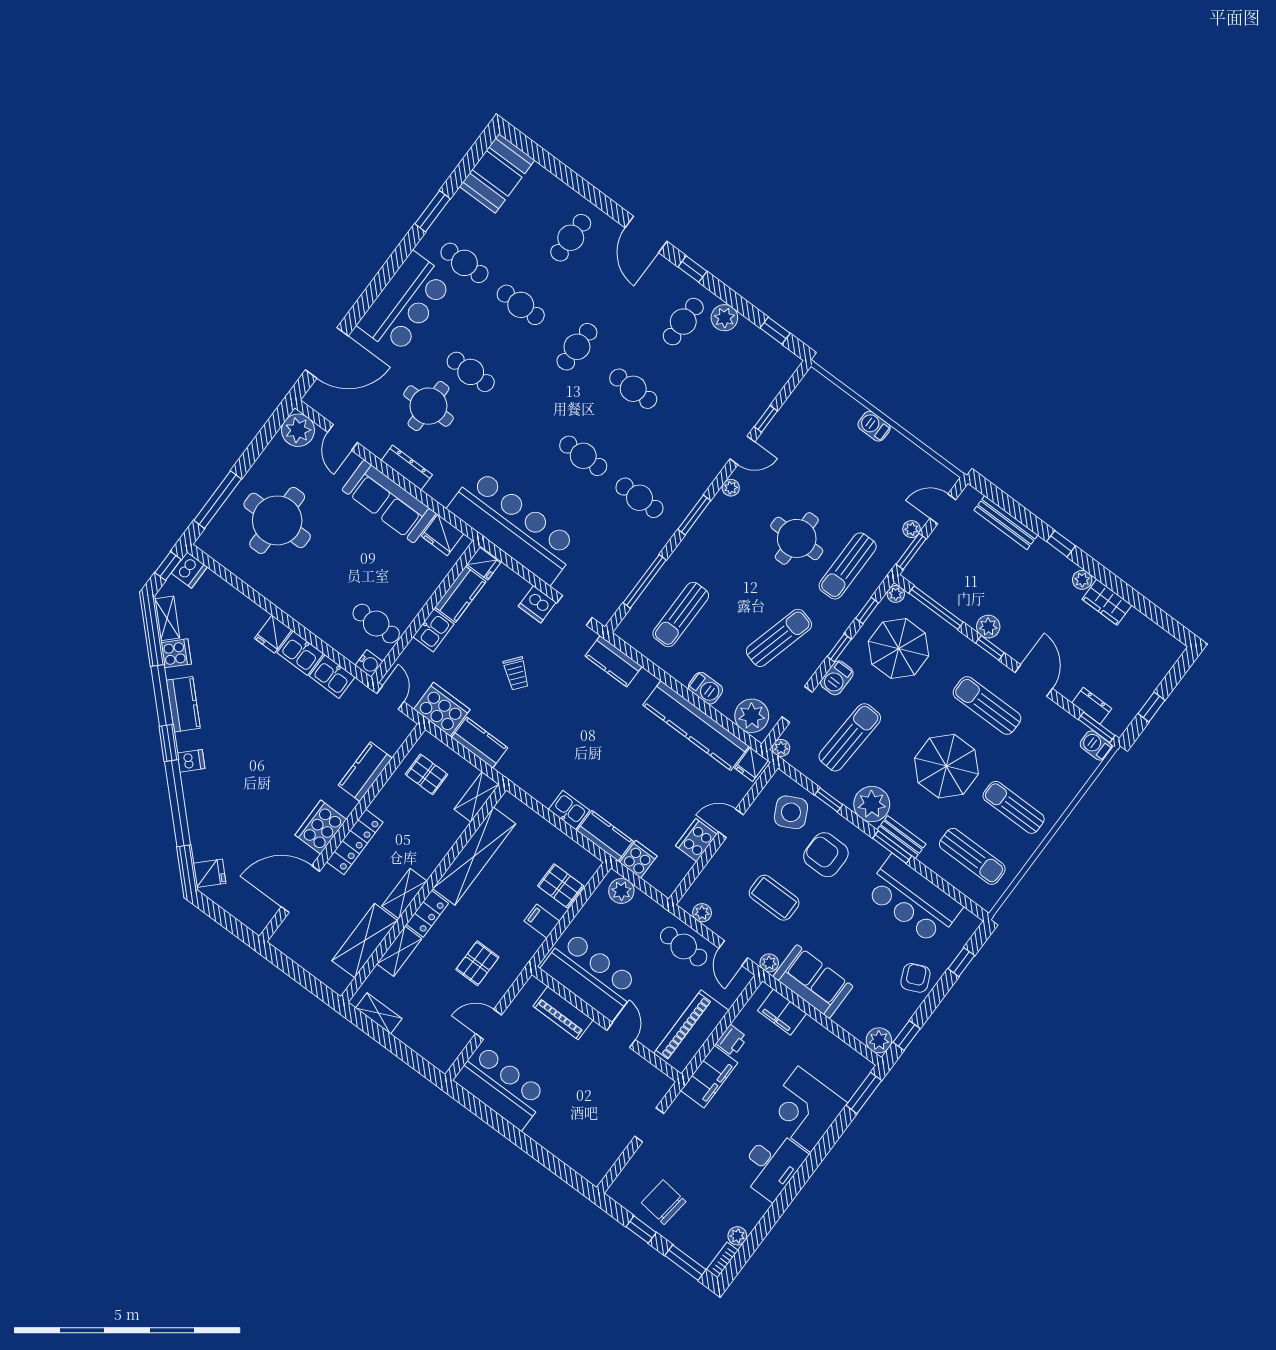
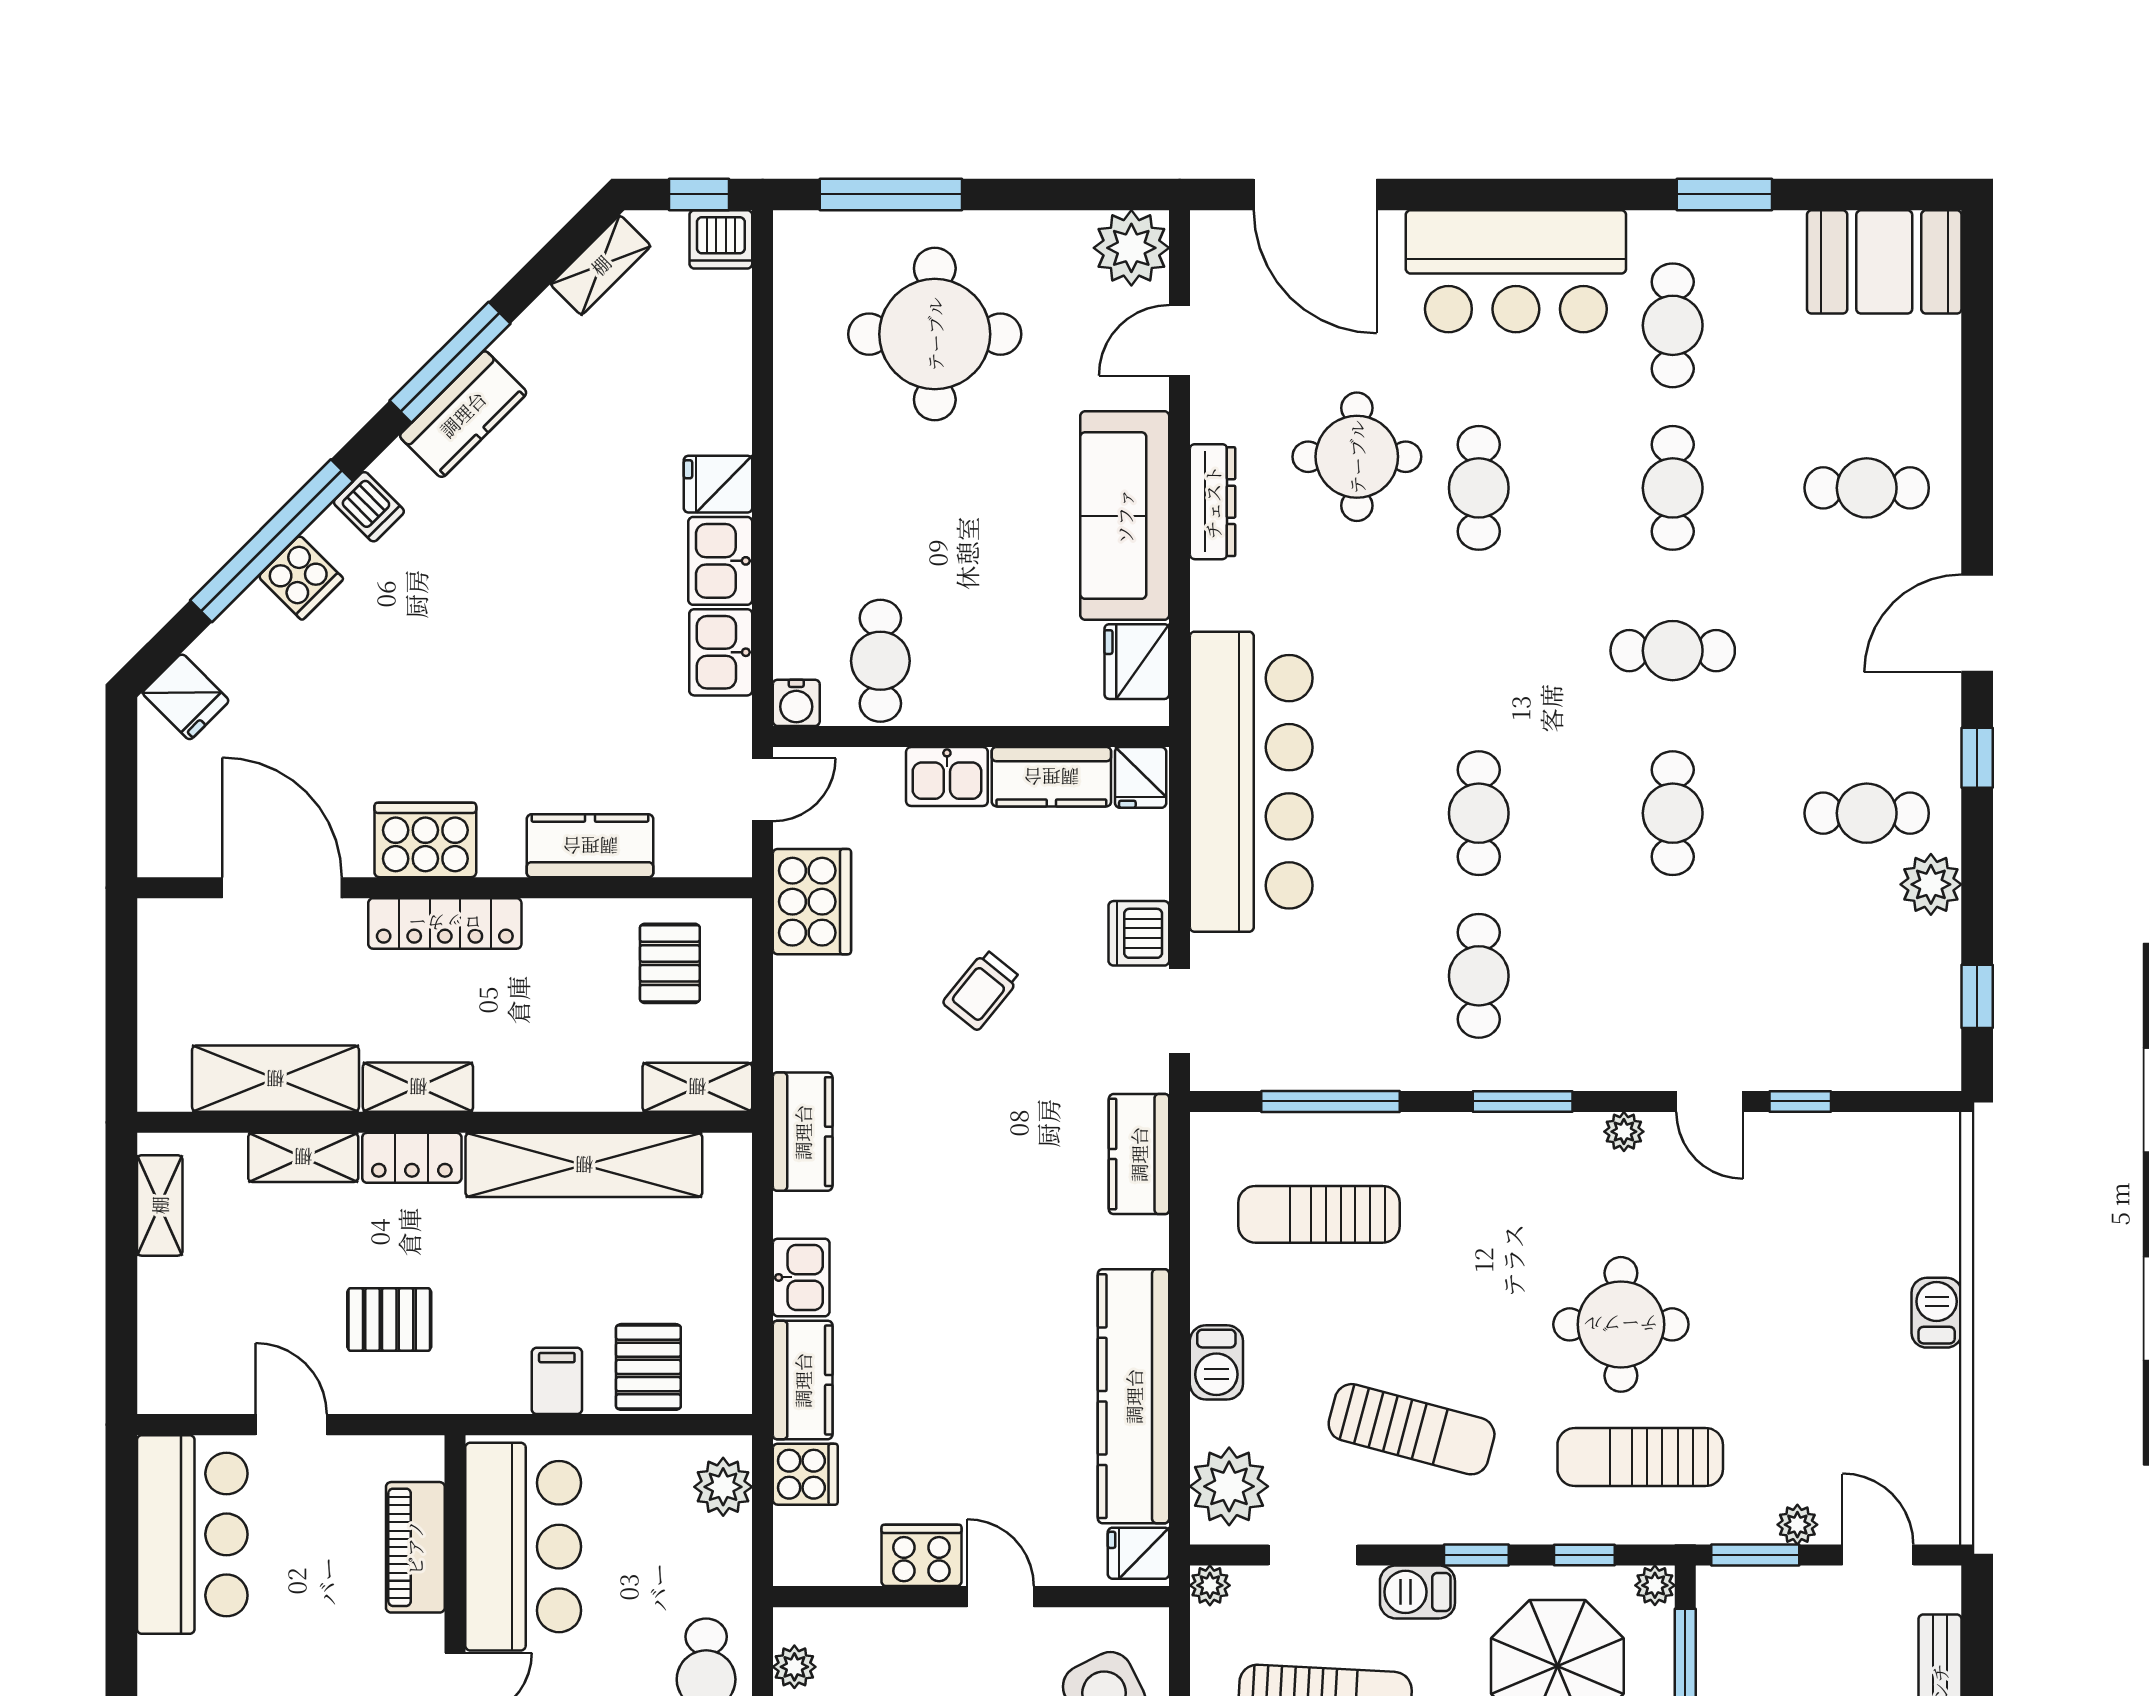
cooker: (176, 653) -> (301, 578), moved
kitchen counter: (480, 743) -> (803, 1132), moved

